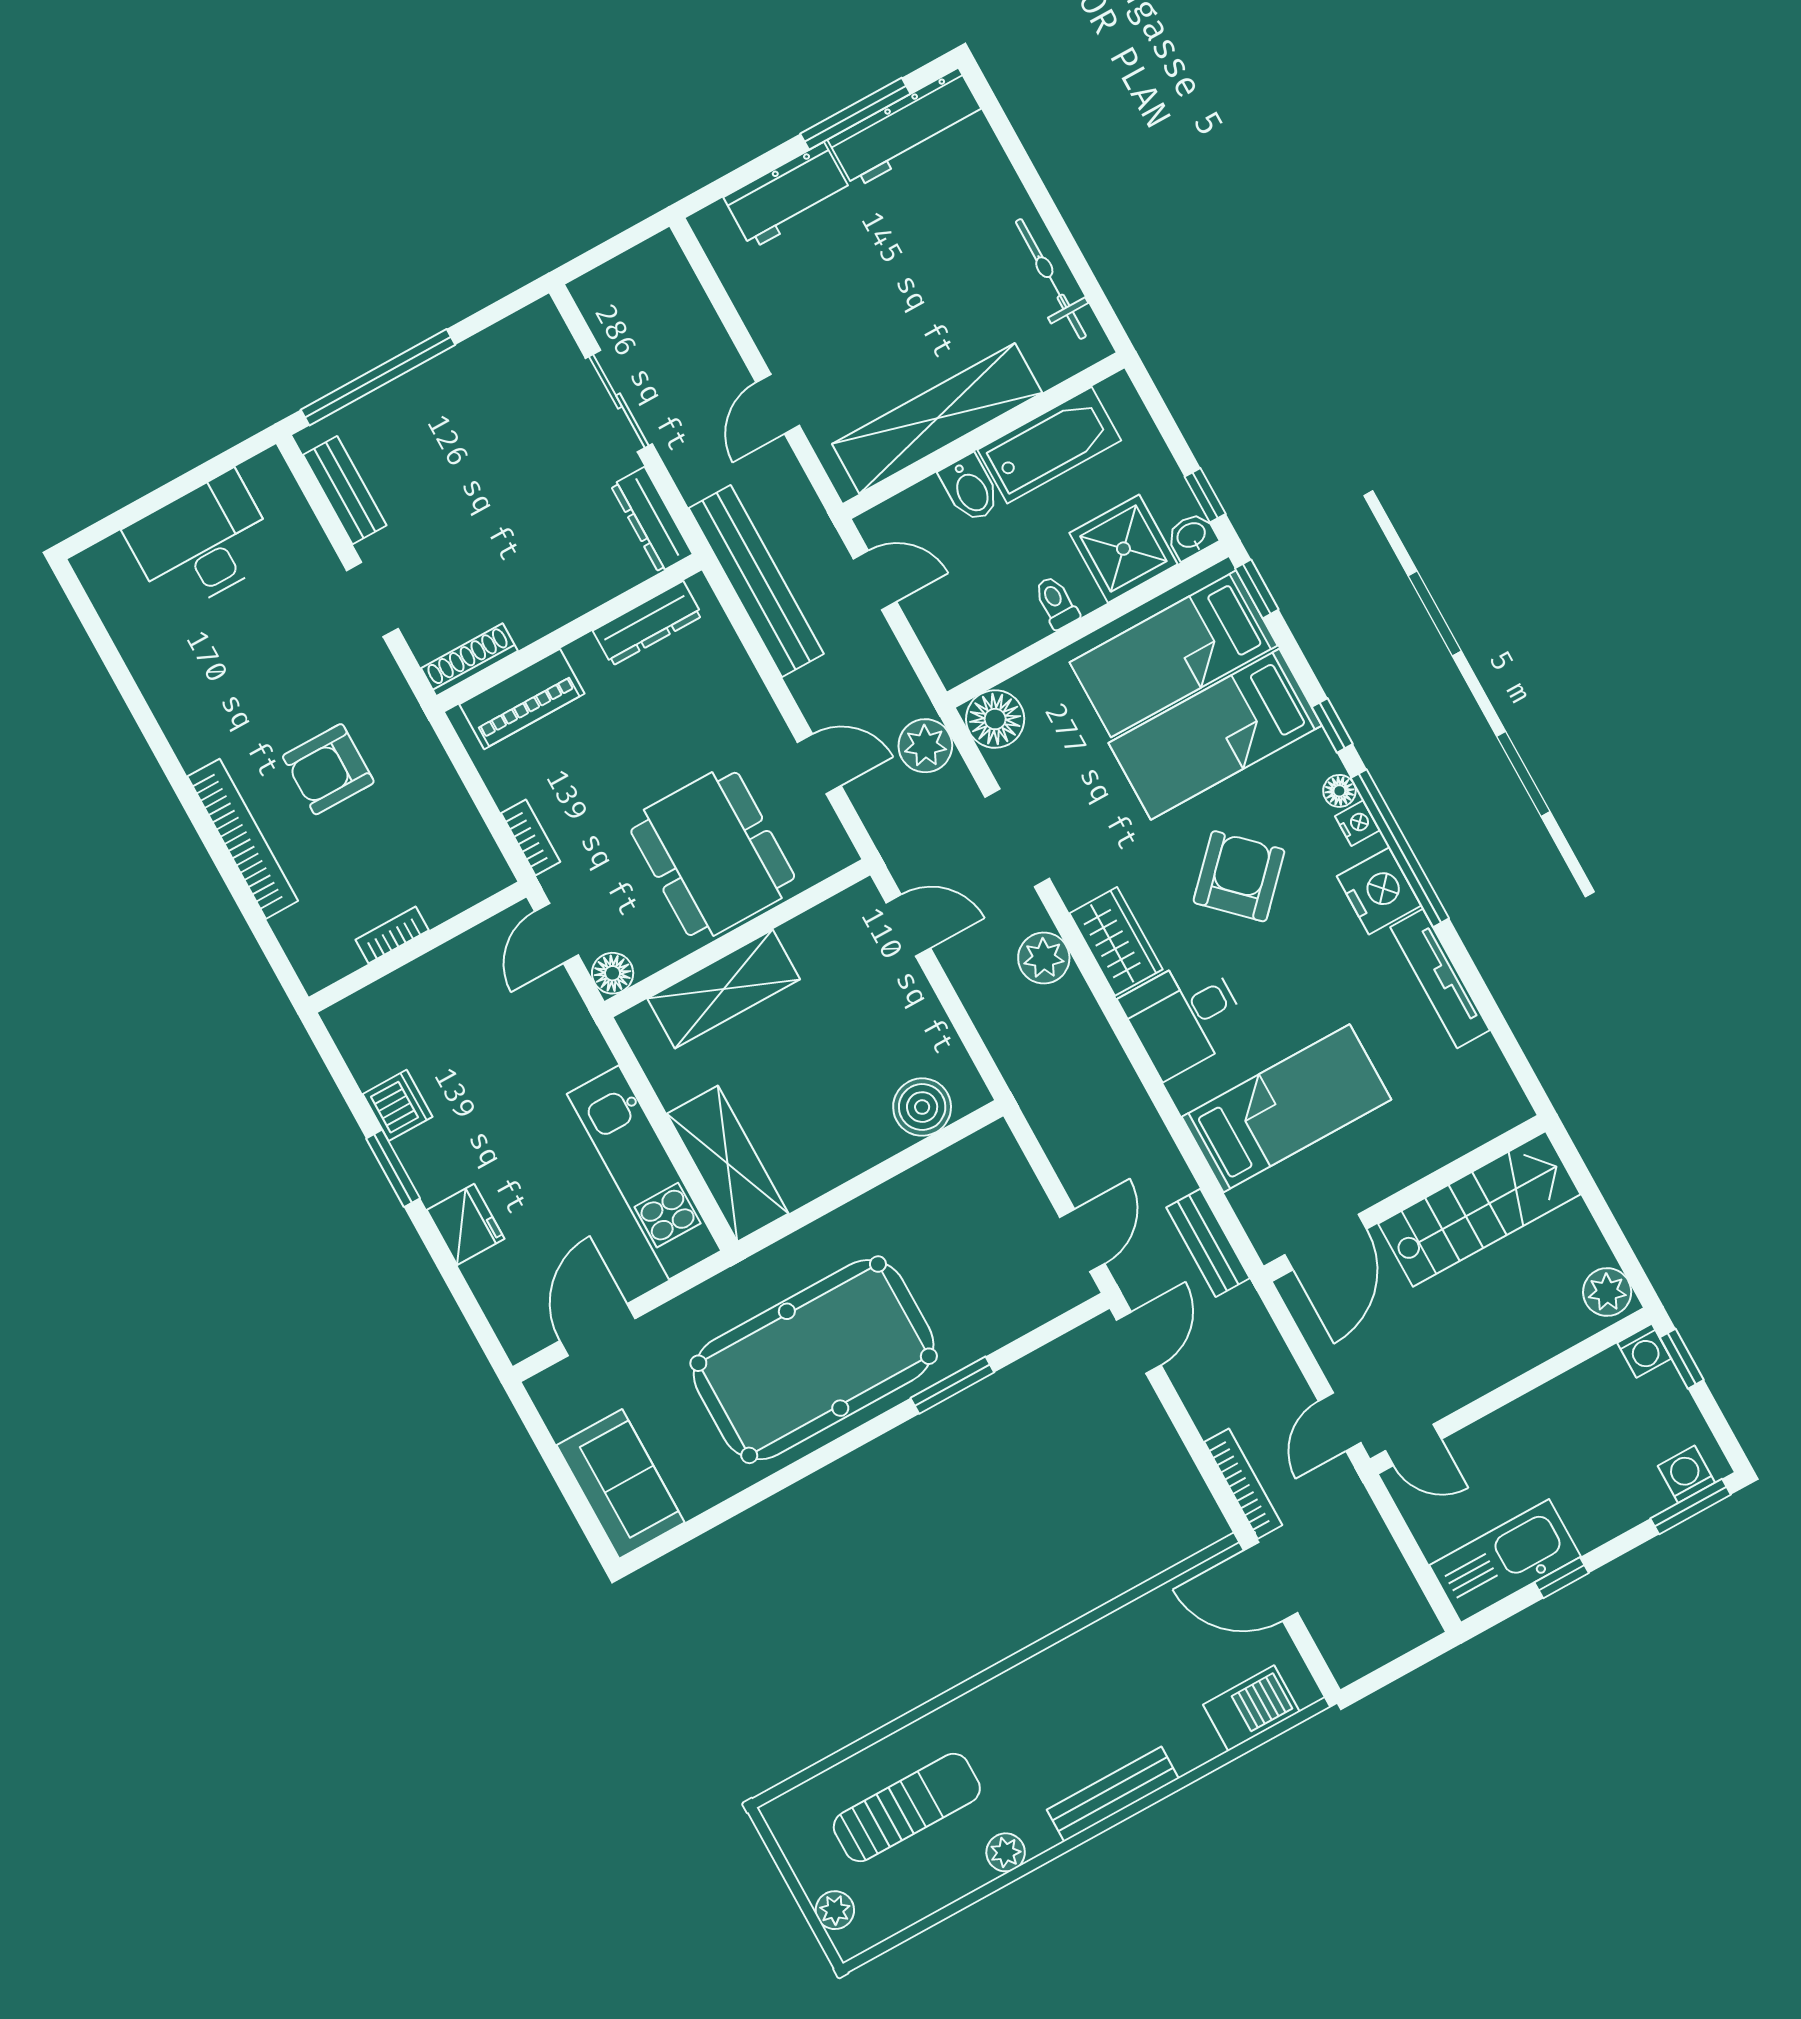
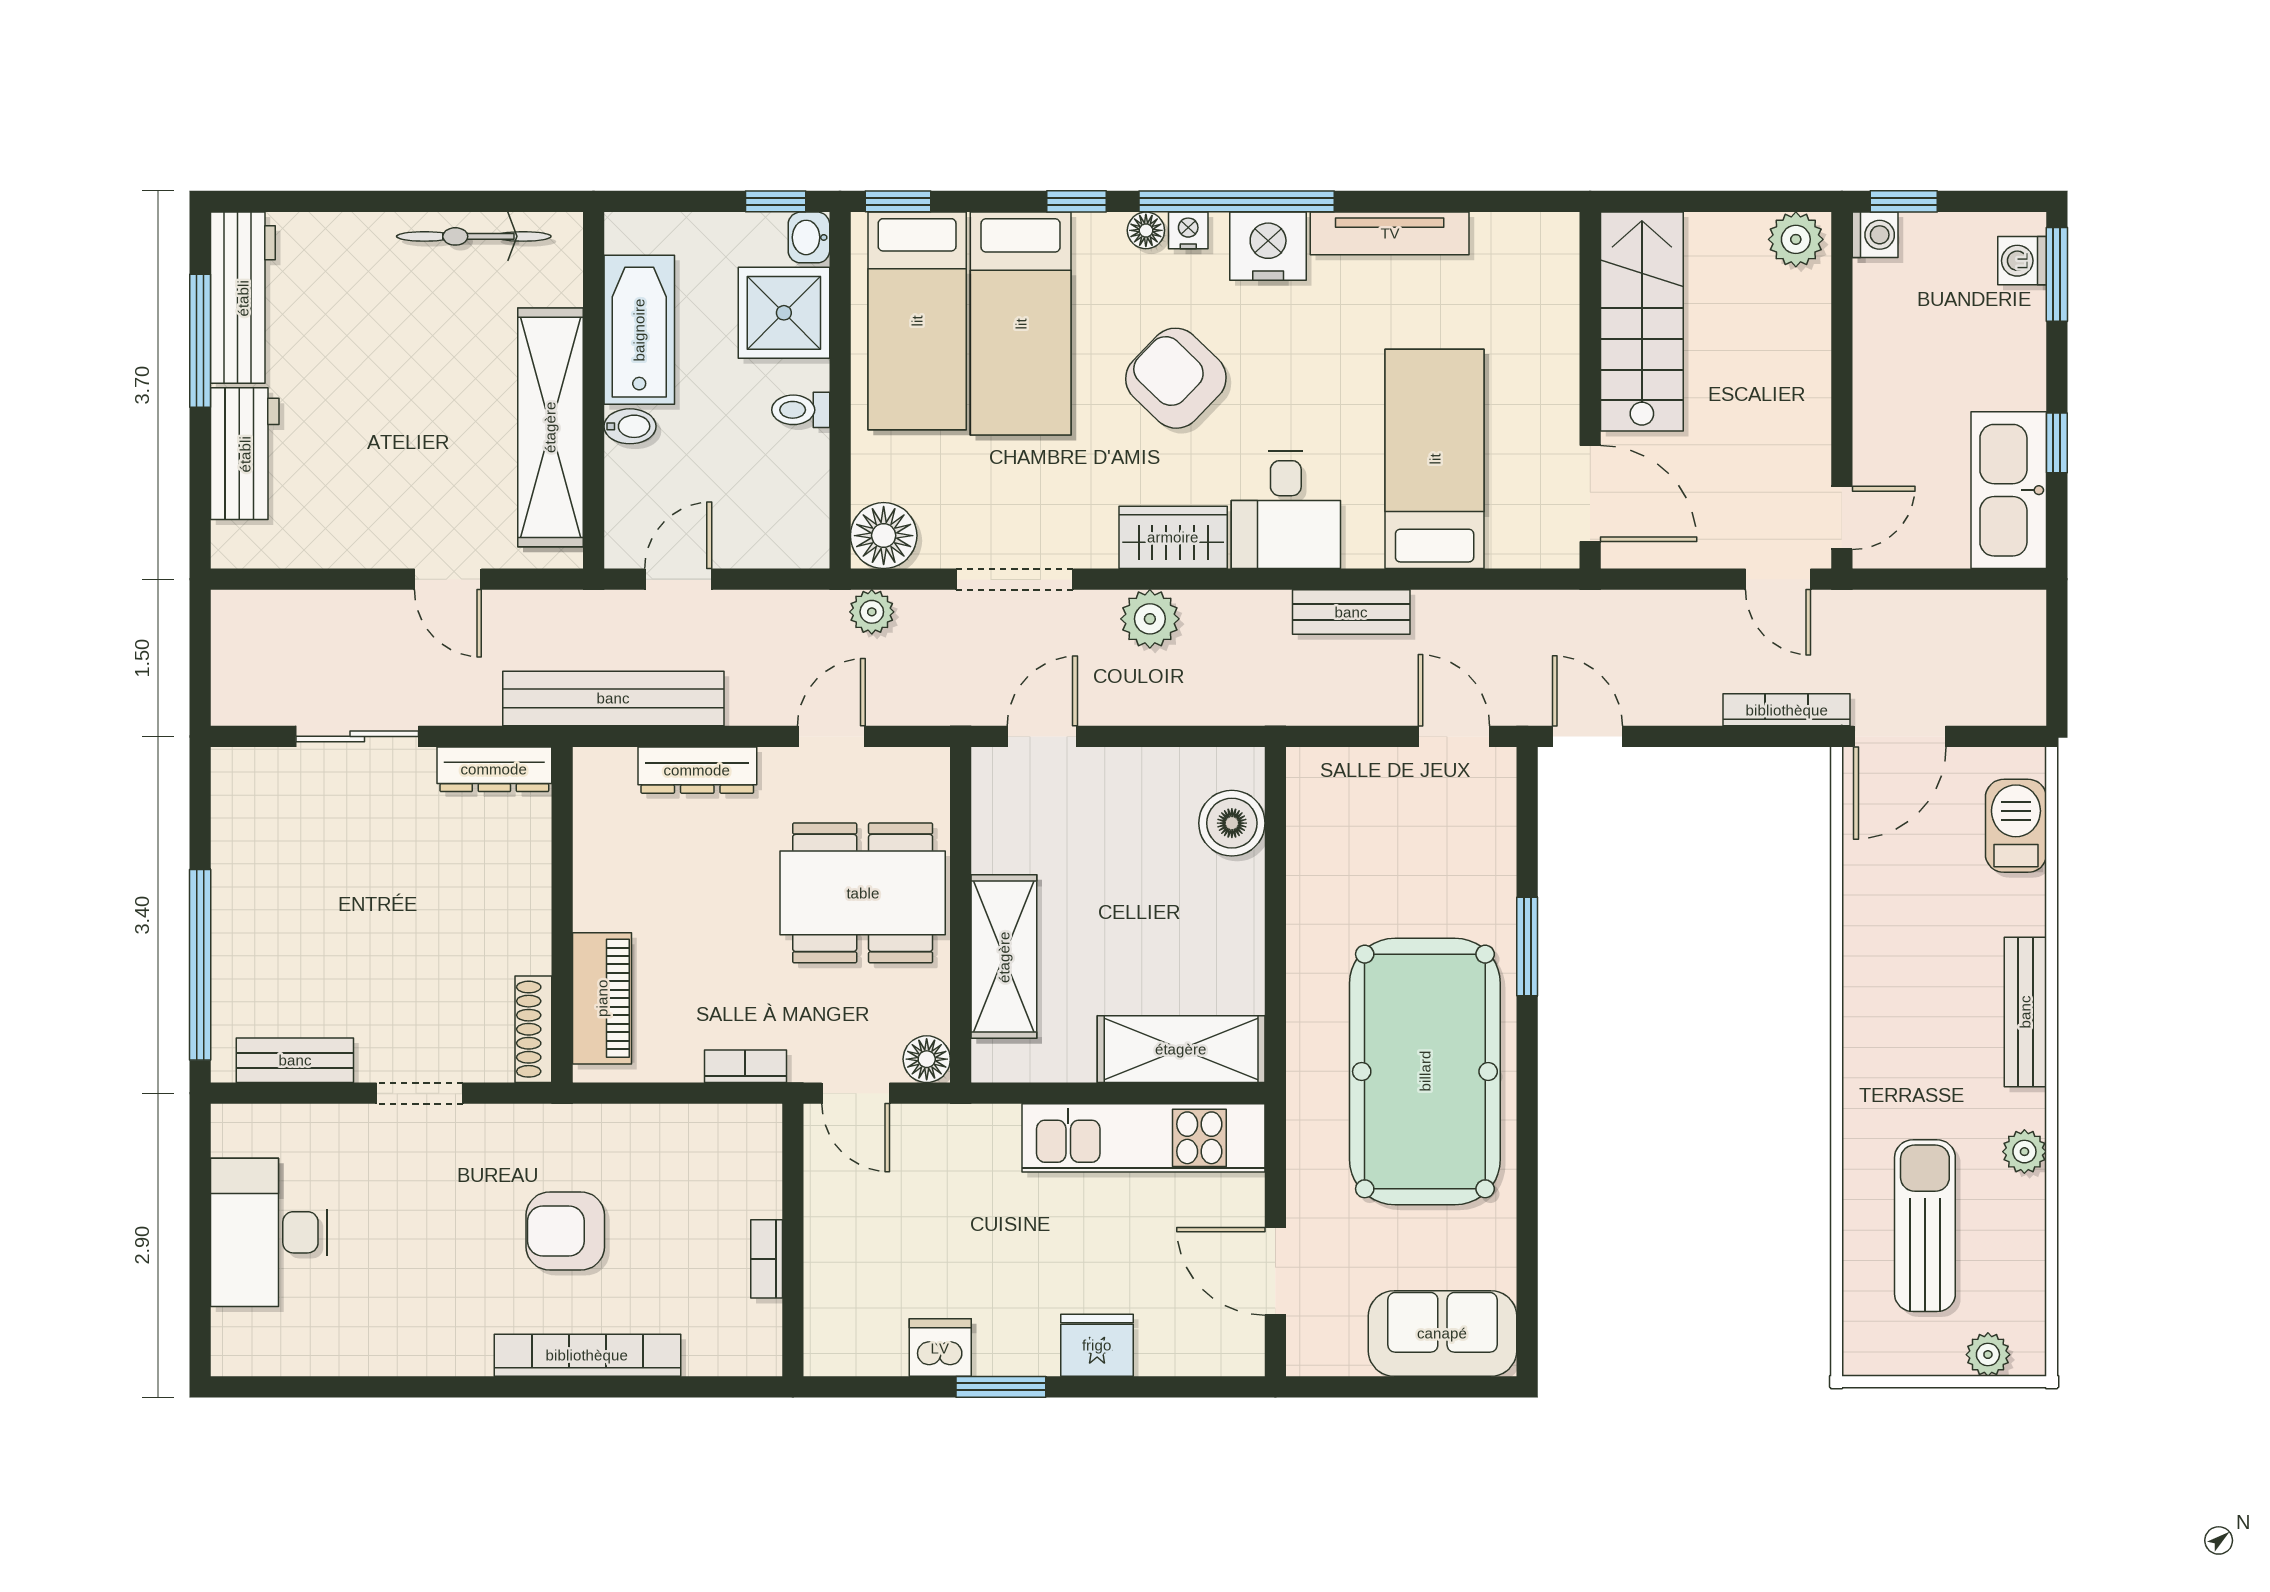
bidet: (970, 489) -> (630, 426), width x0.72, depth x0.74
dresser: (648, 623) -> (697, 770), moved, turned 90
plant: (925, 746) -> (872, 612), width x0.73, depth x0.73
armchair: (328, 769) -> (565, 1231), turned 90
bench: (1208, 1243) -> (1351, 612), moved

